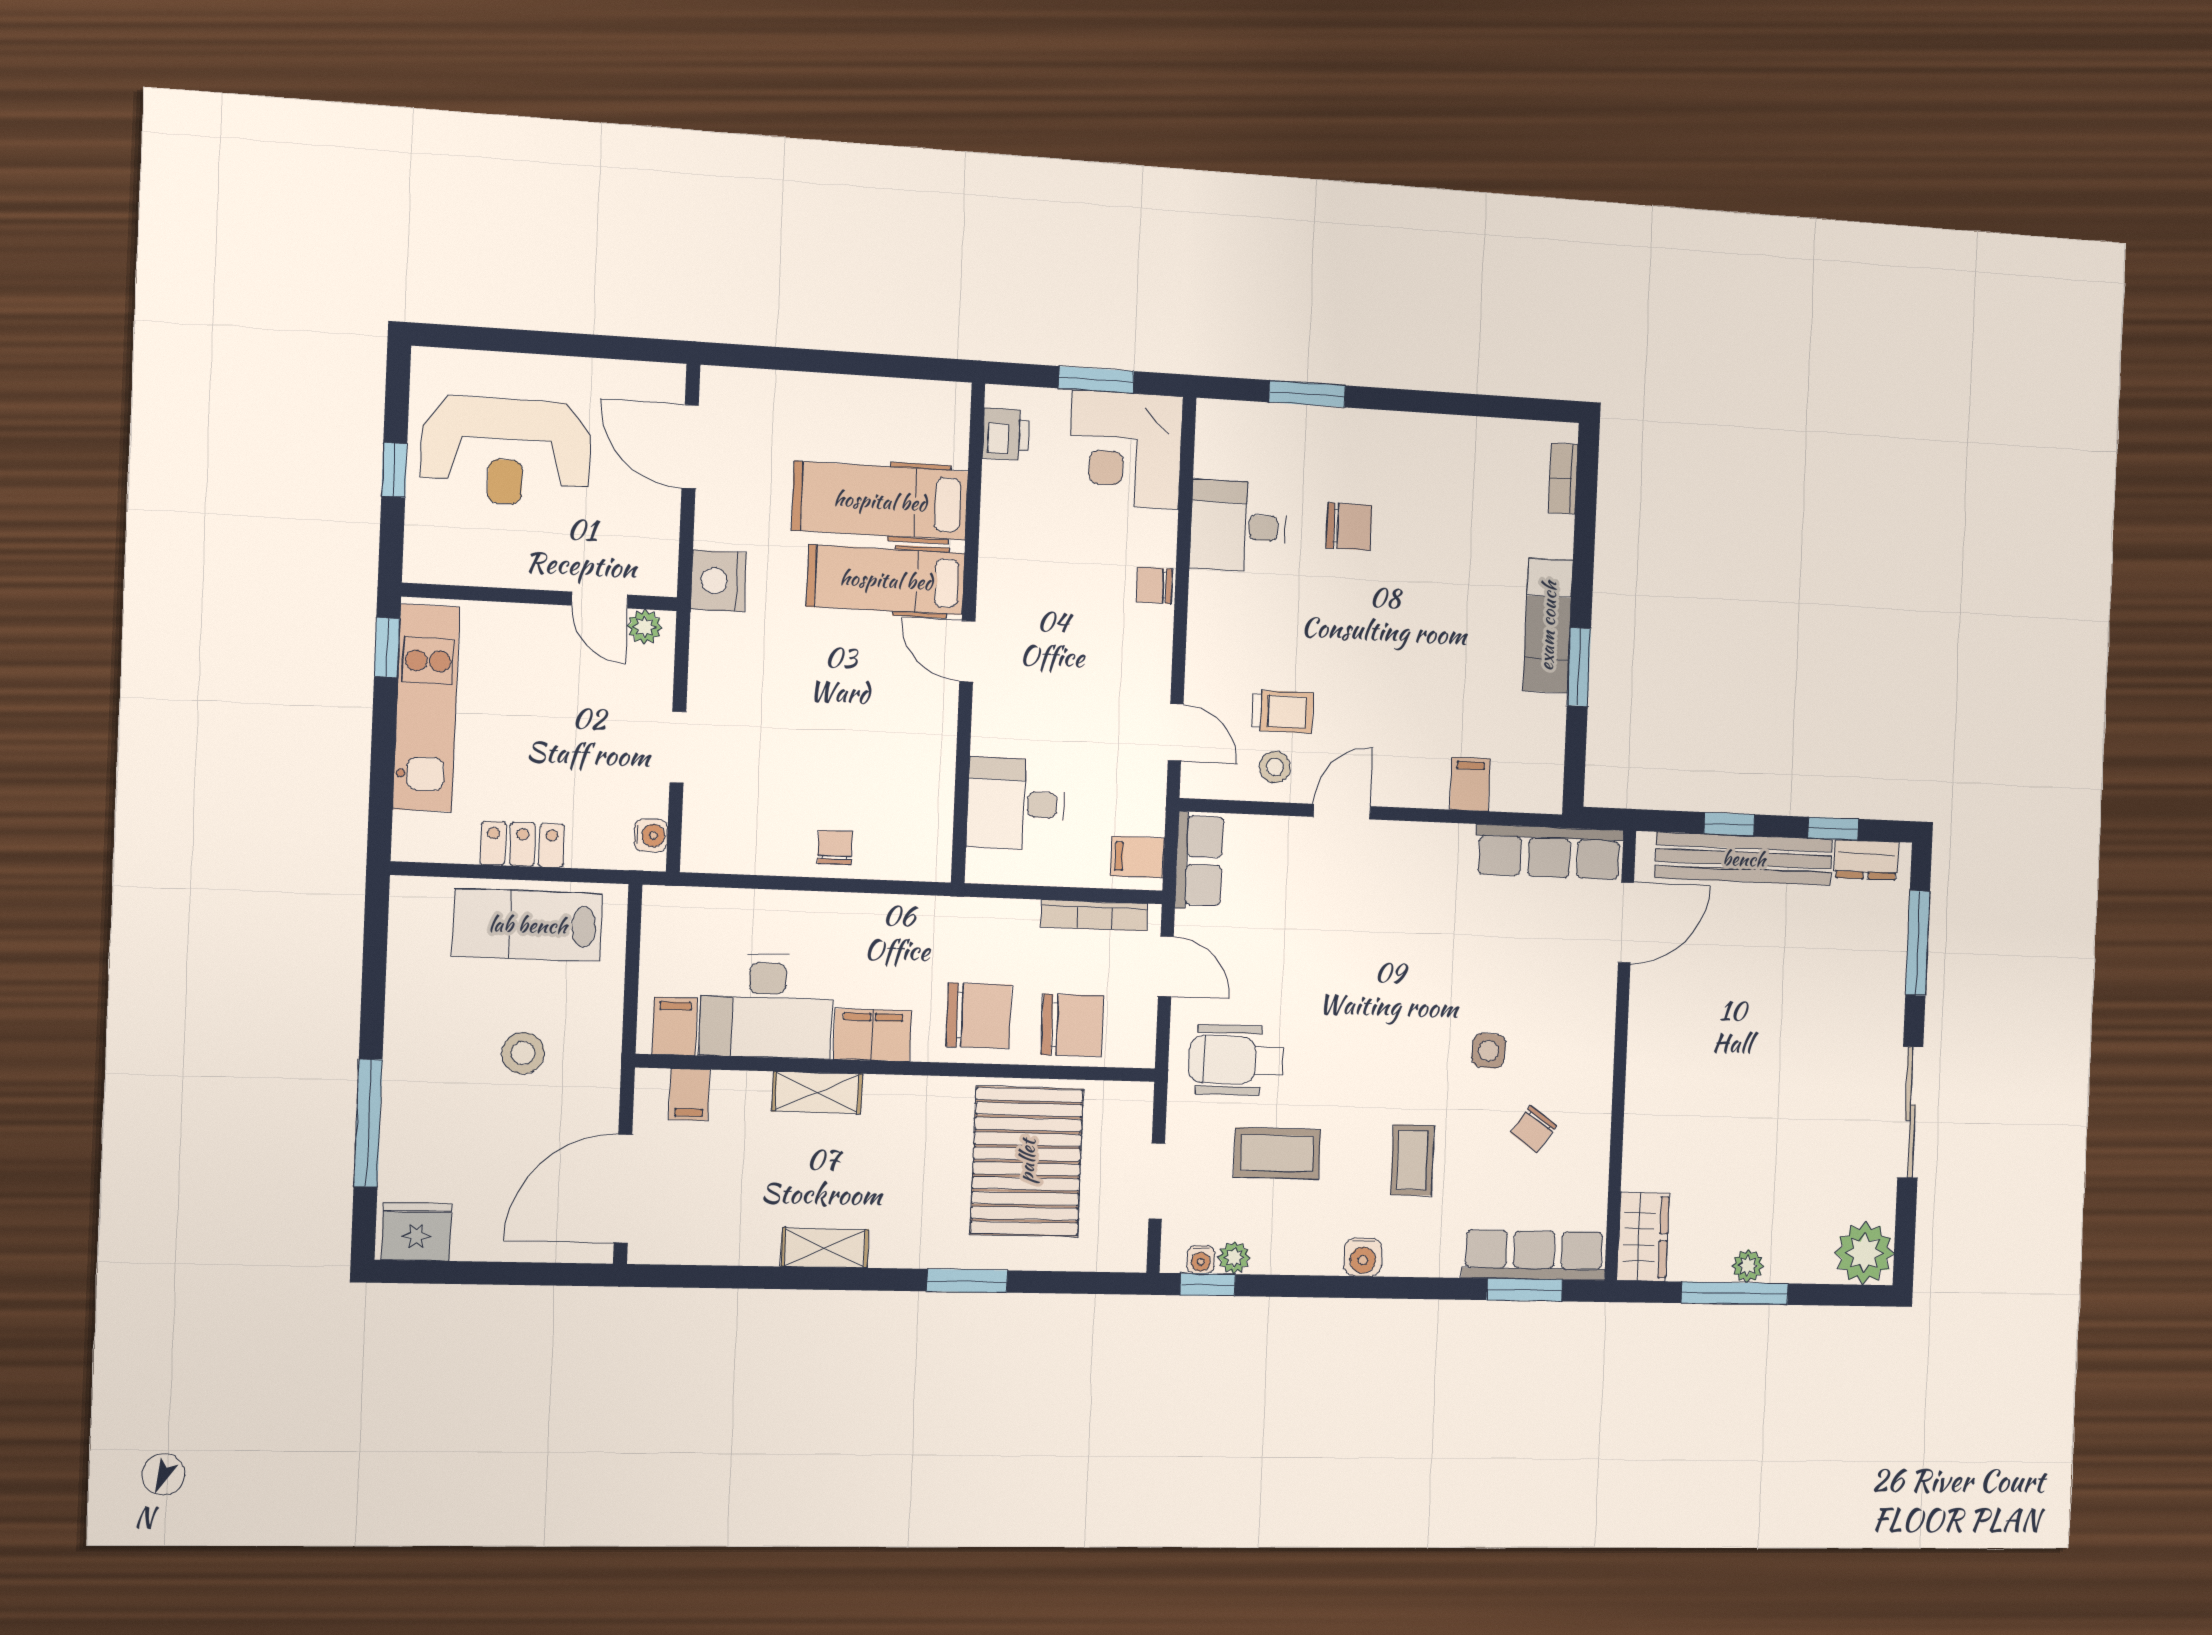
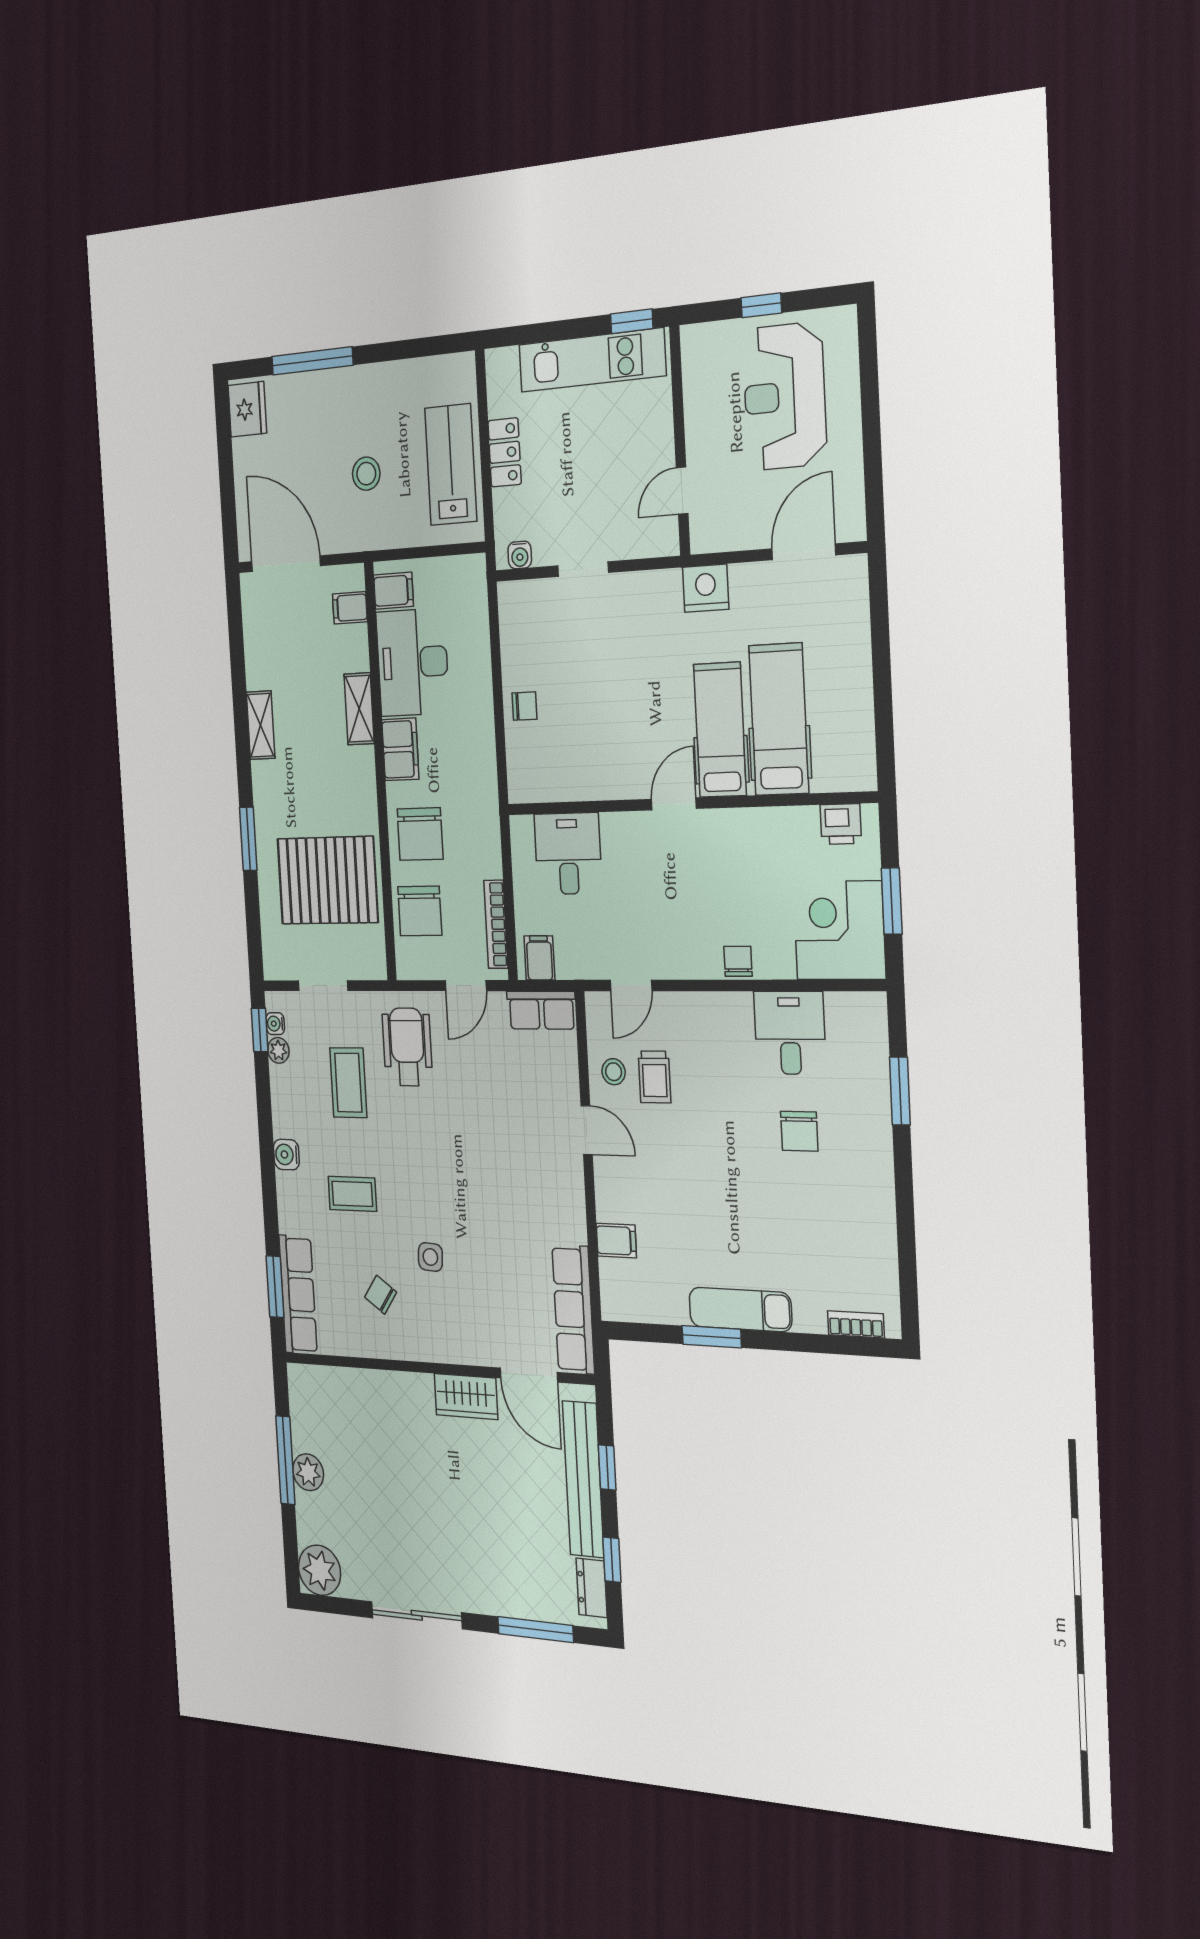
plant: (645, 627) -> (666, 531), removed
wardrobe: (1643, 1237) -> (466, 1397), moved
plant: (1748, 1266) -> (308, 1472), width x1.38, depth x1.38

